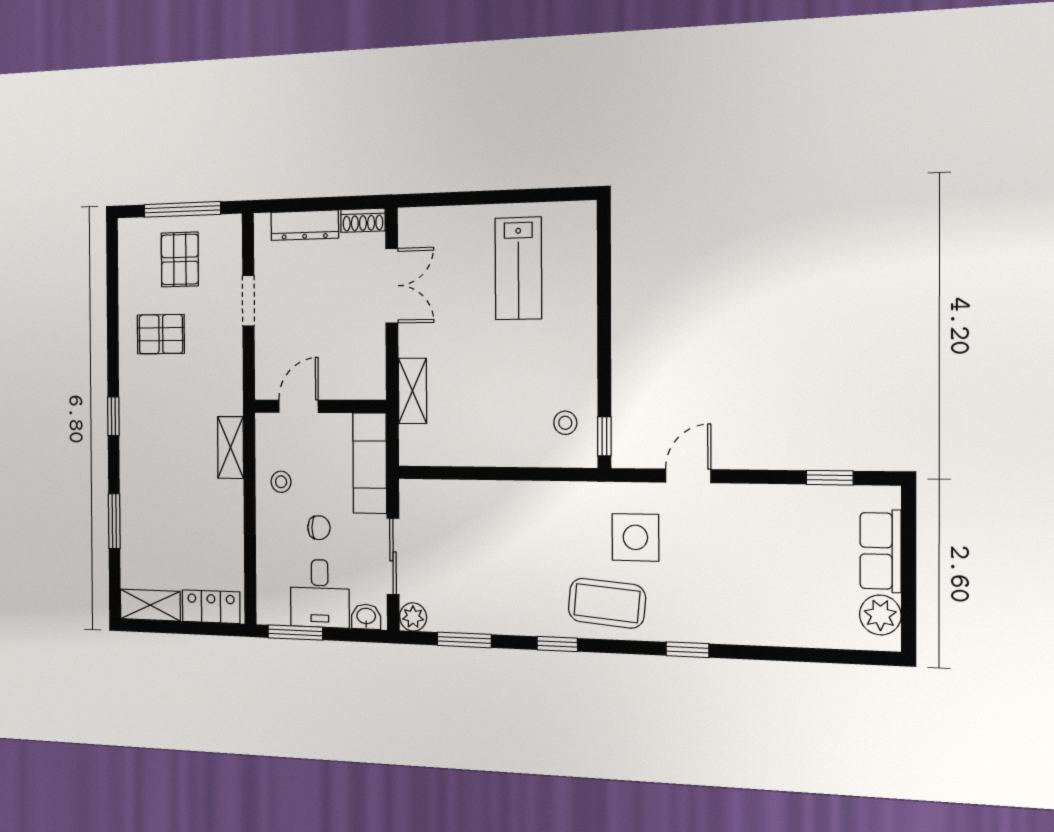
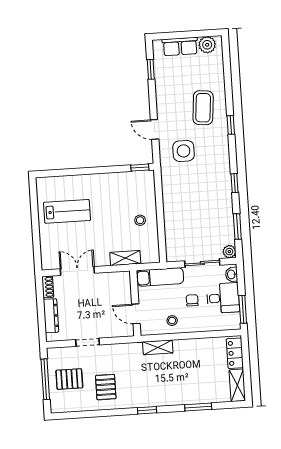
stool: (565, 423) -> (140, 220), moved
coffee table: (607, 603) -> (203, 108), moved

